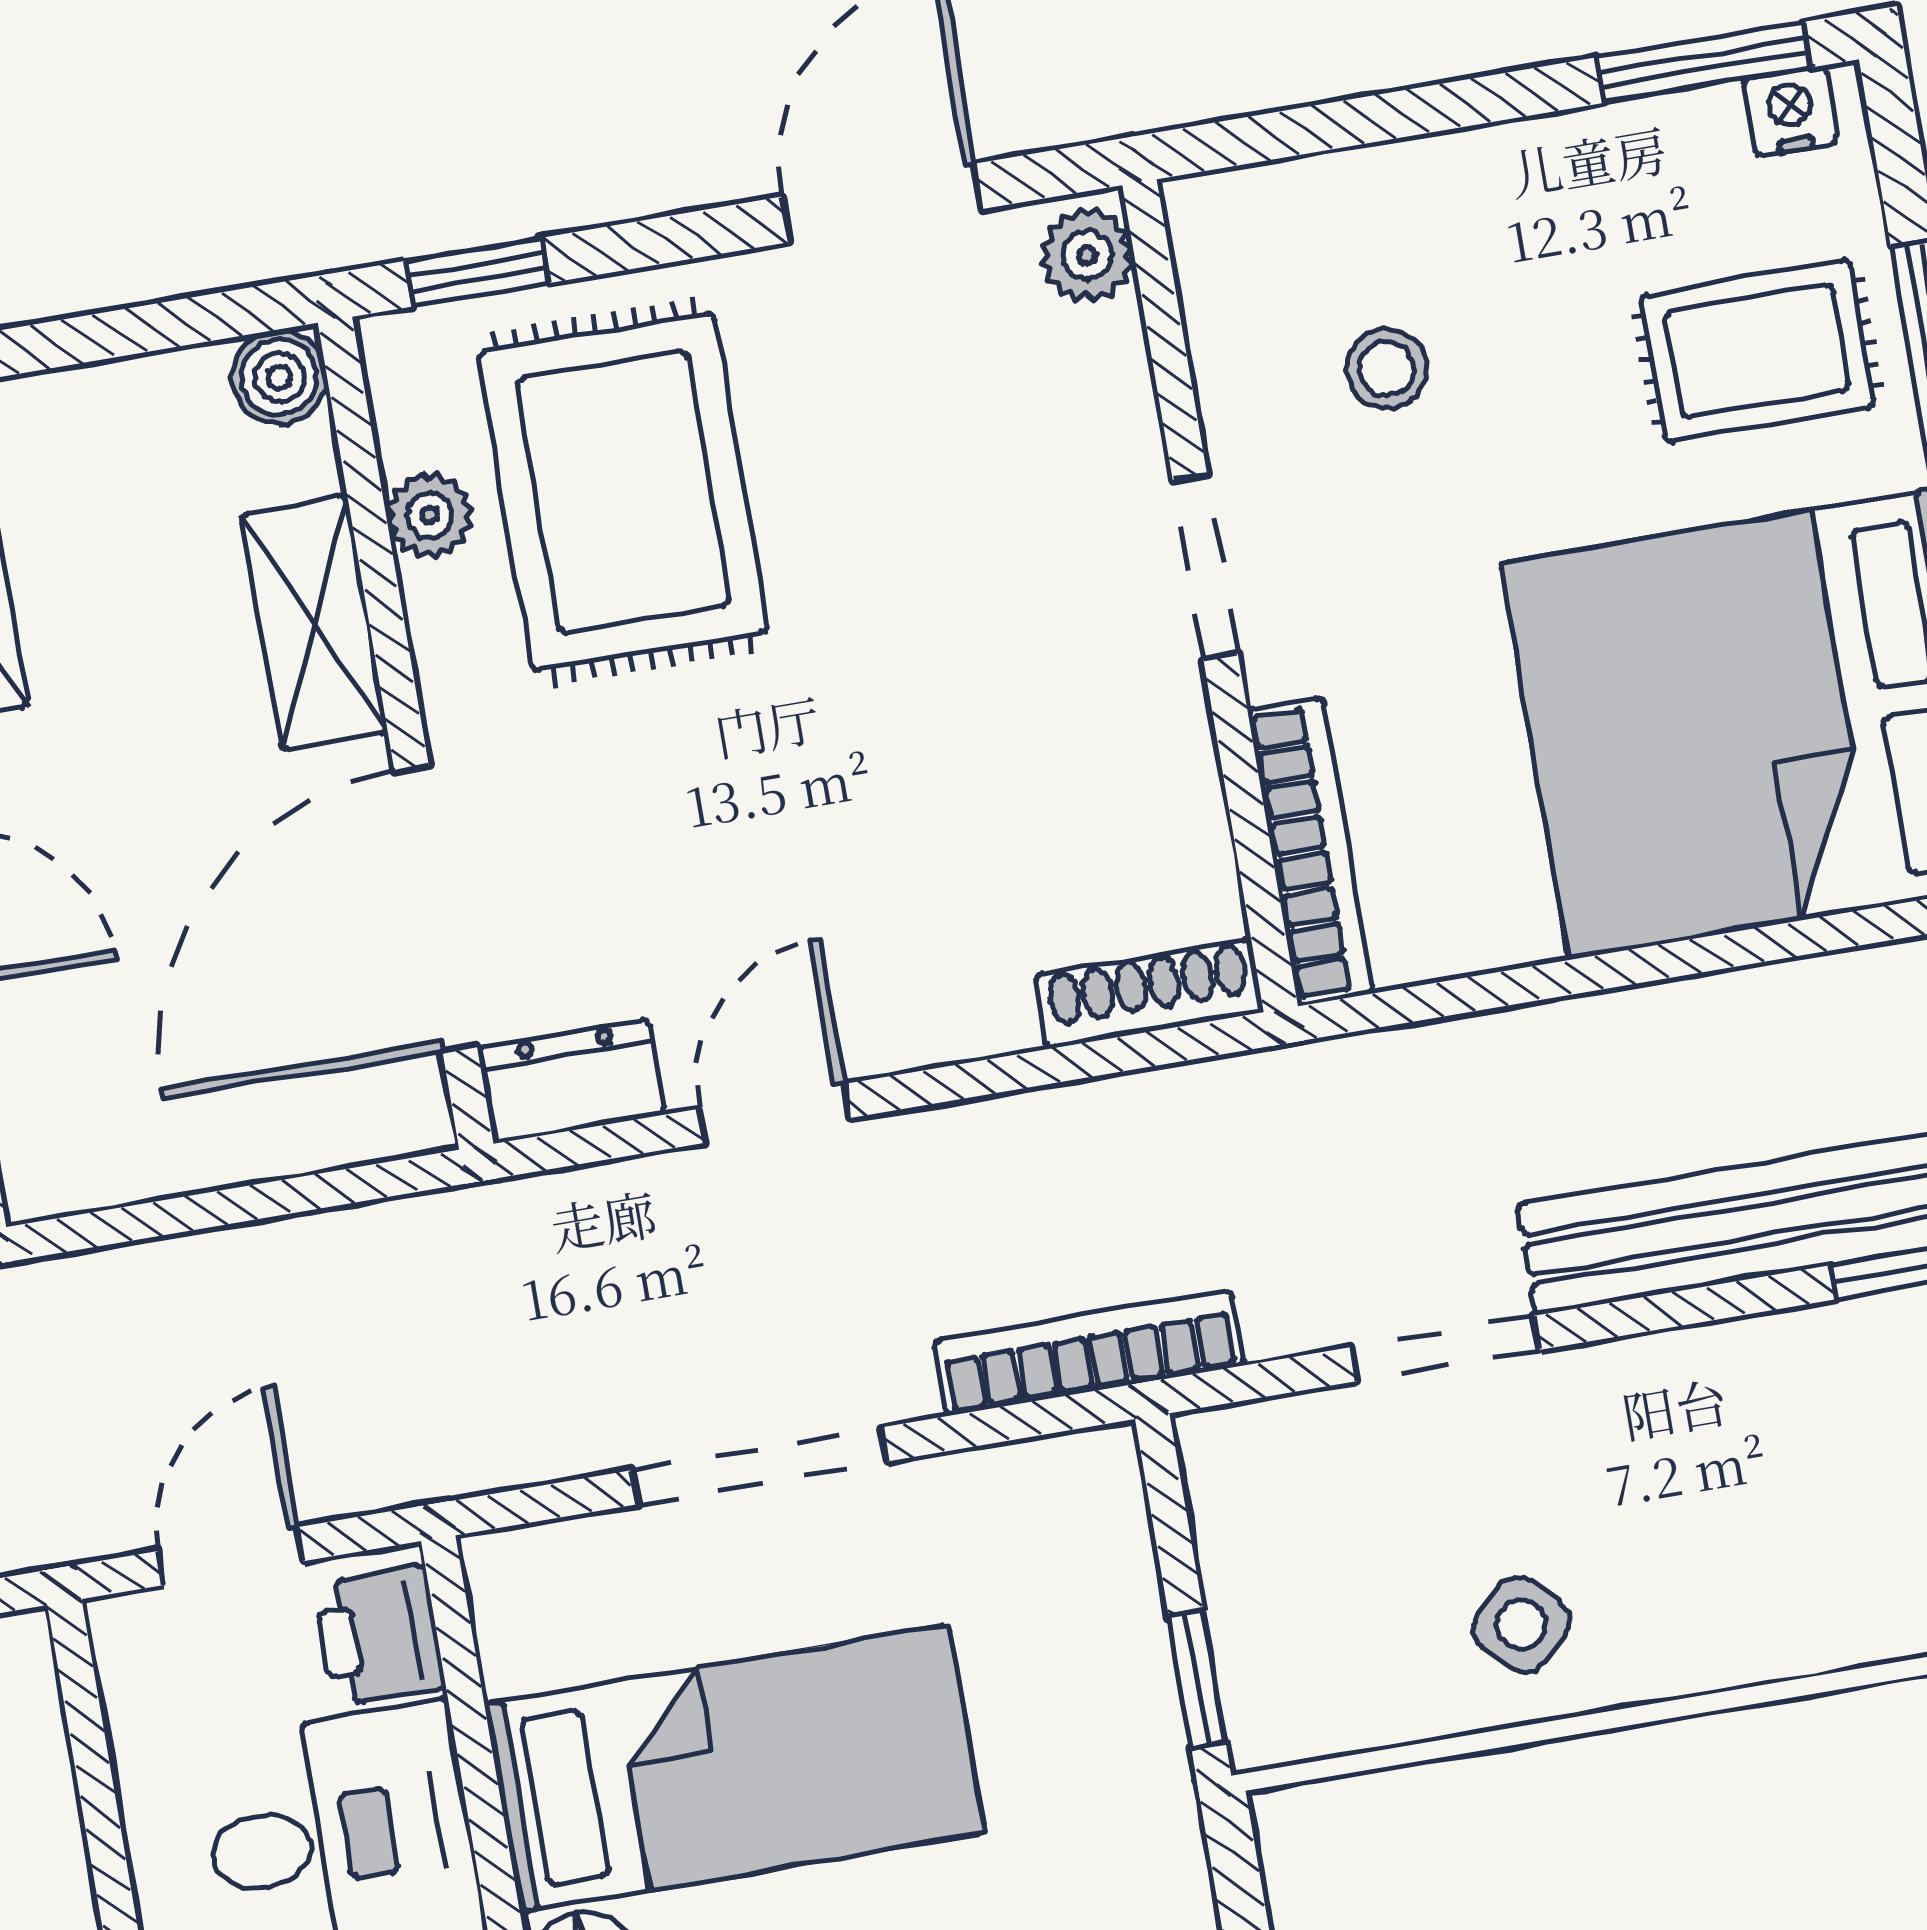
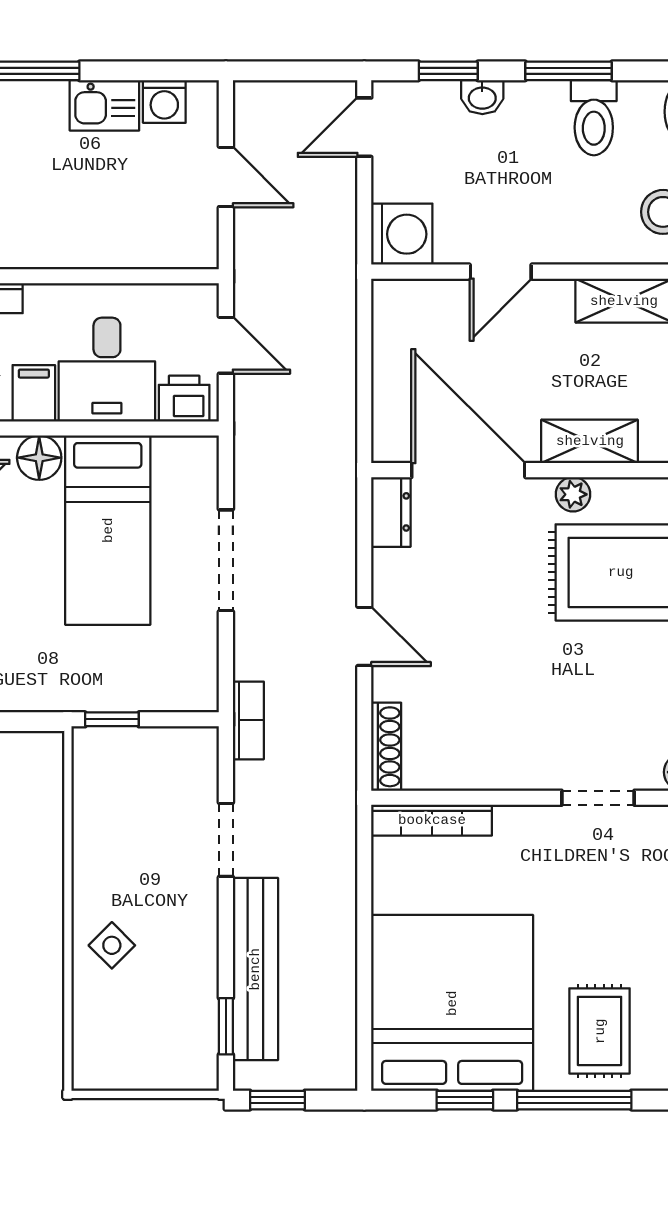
stool: (1387, 369) -> (618, 883), removed
plant: (429, 515) -> (573, 494), moved
doorway: (1205, 567) -> (598, 798), moved
door: (775, 1113) -> (364, 636), moved
bookcase: (1089, 1353) -> (248, 720), width x0.64
side table: (1521, 1625) -> (112, 945), moved

